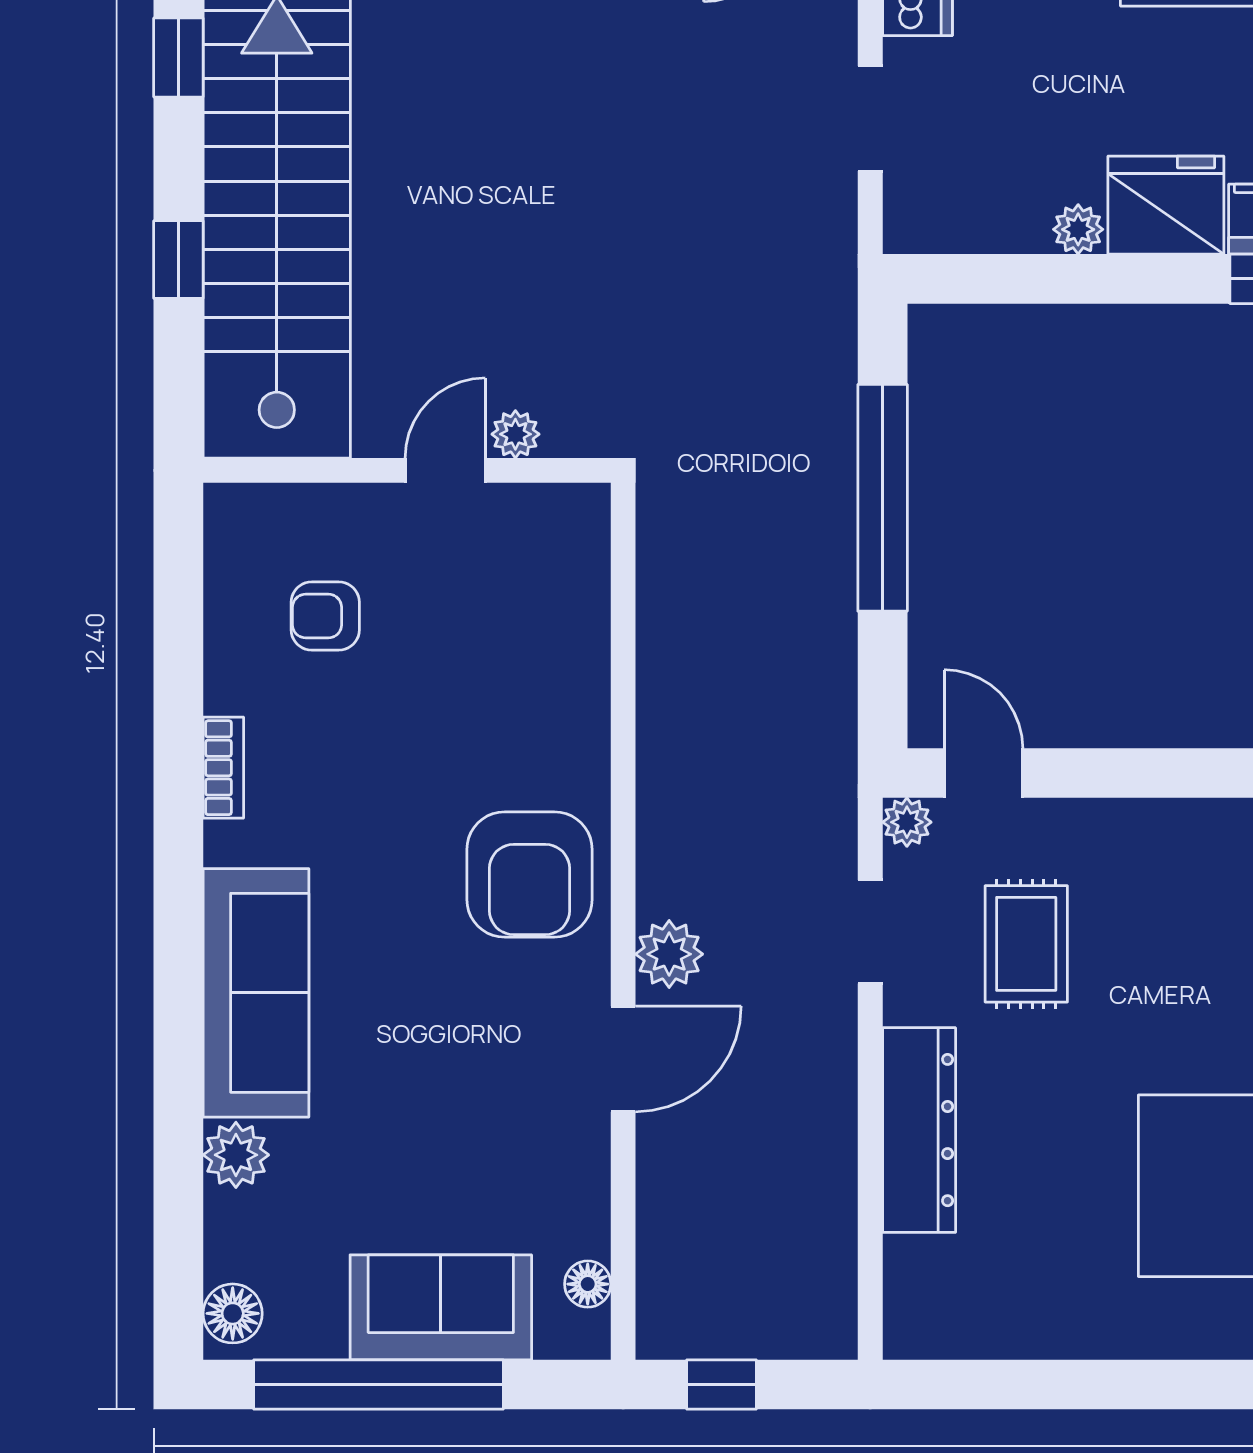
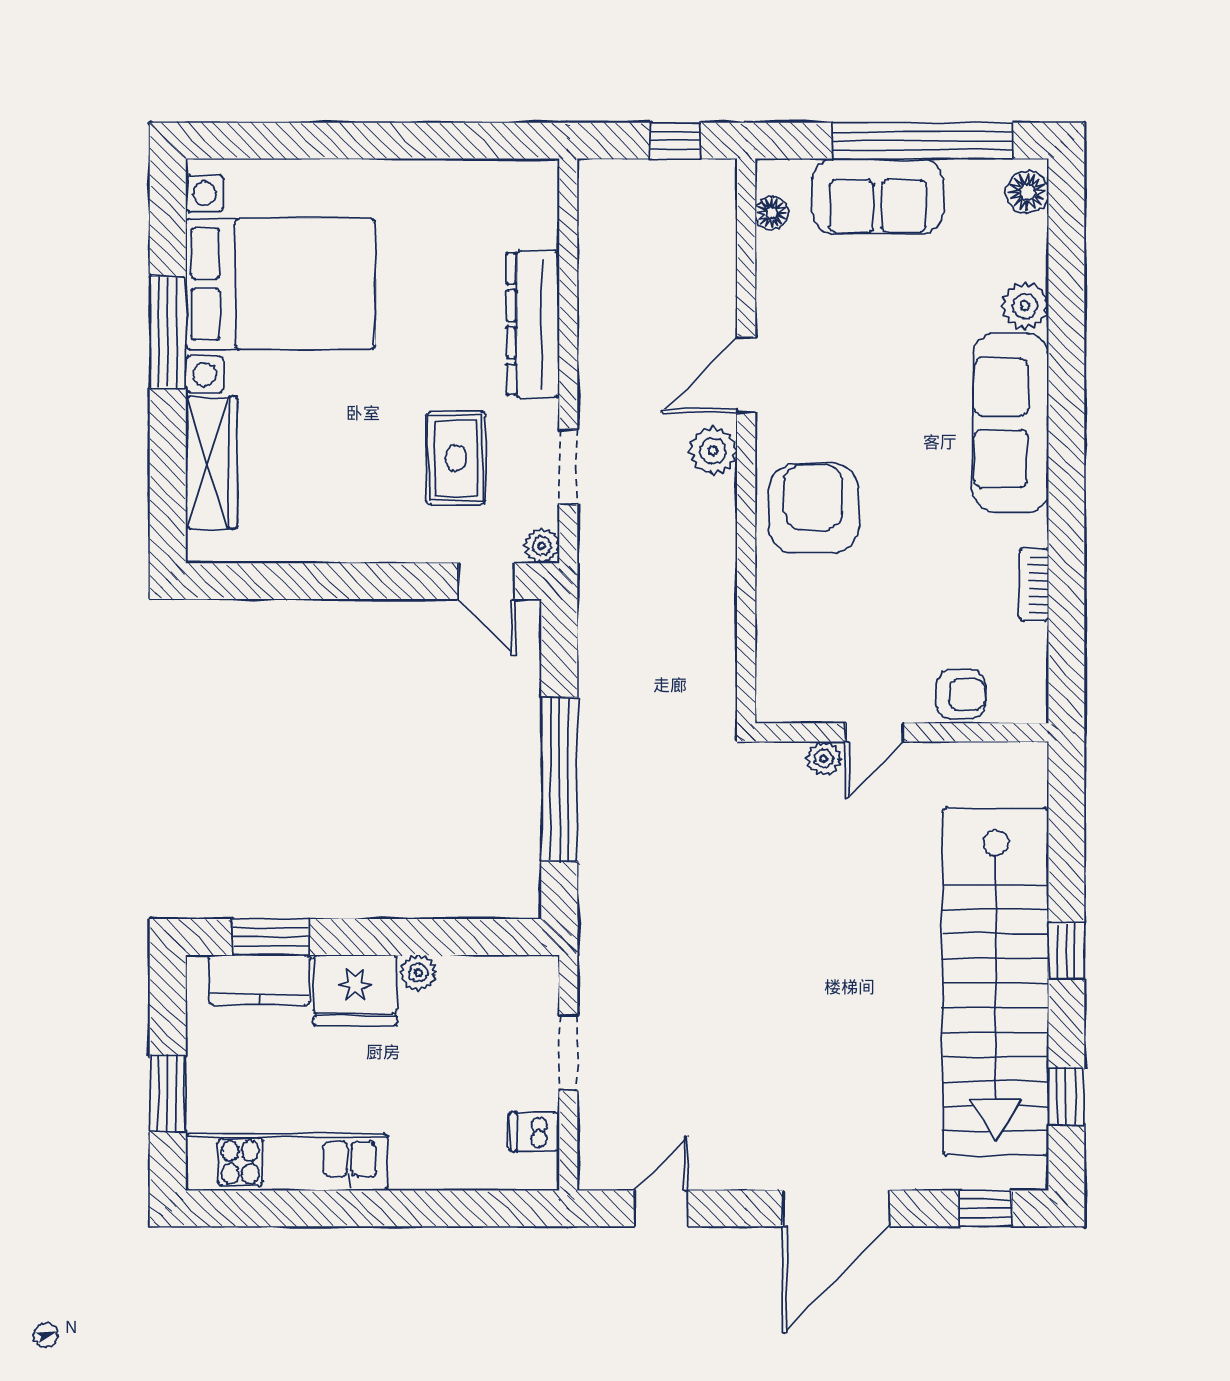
plant: (515, 434) -> (824, 758), moved
wall: (407, 470) -> (902, 732), moved
door: (445, 470) -> (874, 732), moved

